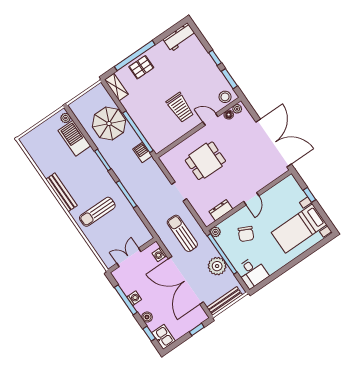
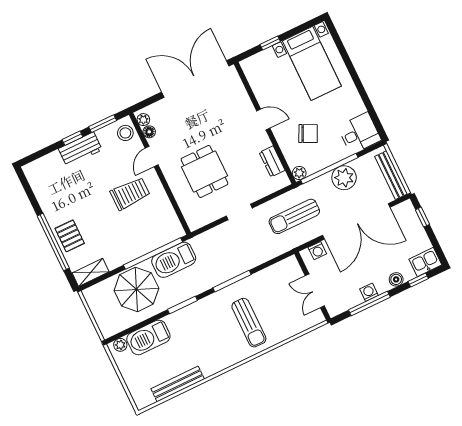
workbench: (179, 37) -> (80, 149), moved, turned 90
barbecue: (142, 152) -> (174, 260), width x1.88, depth x1.53
bench: (61, 192) -> (178, 384), moved

